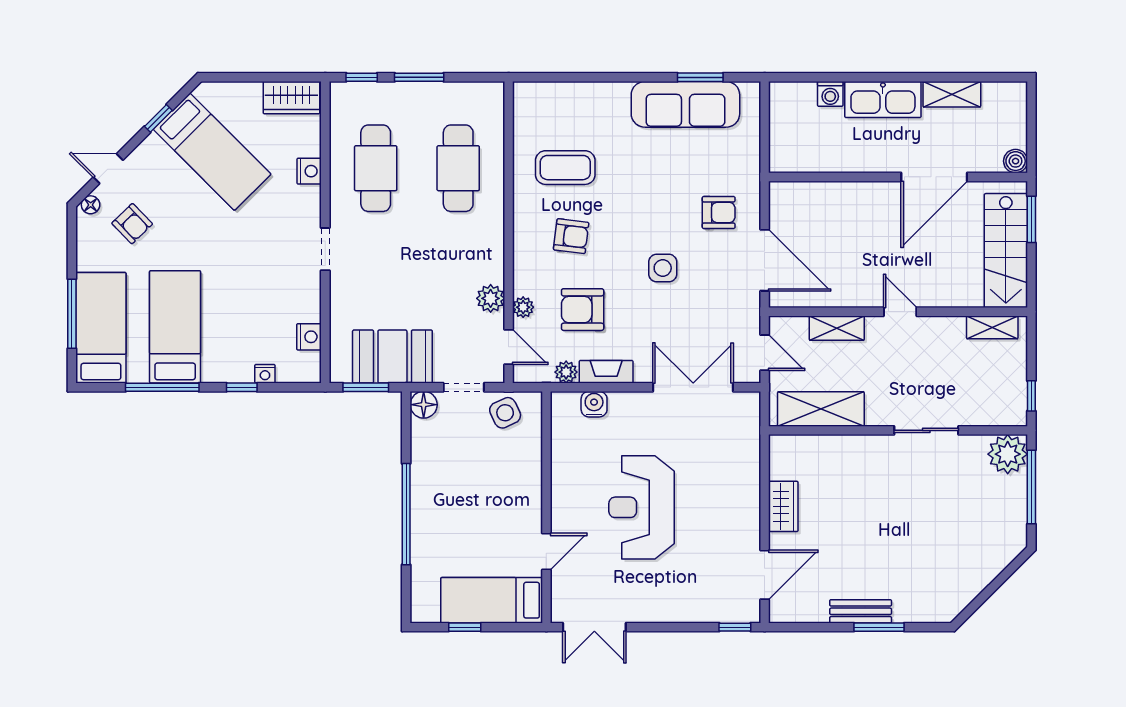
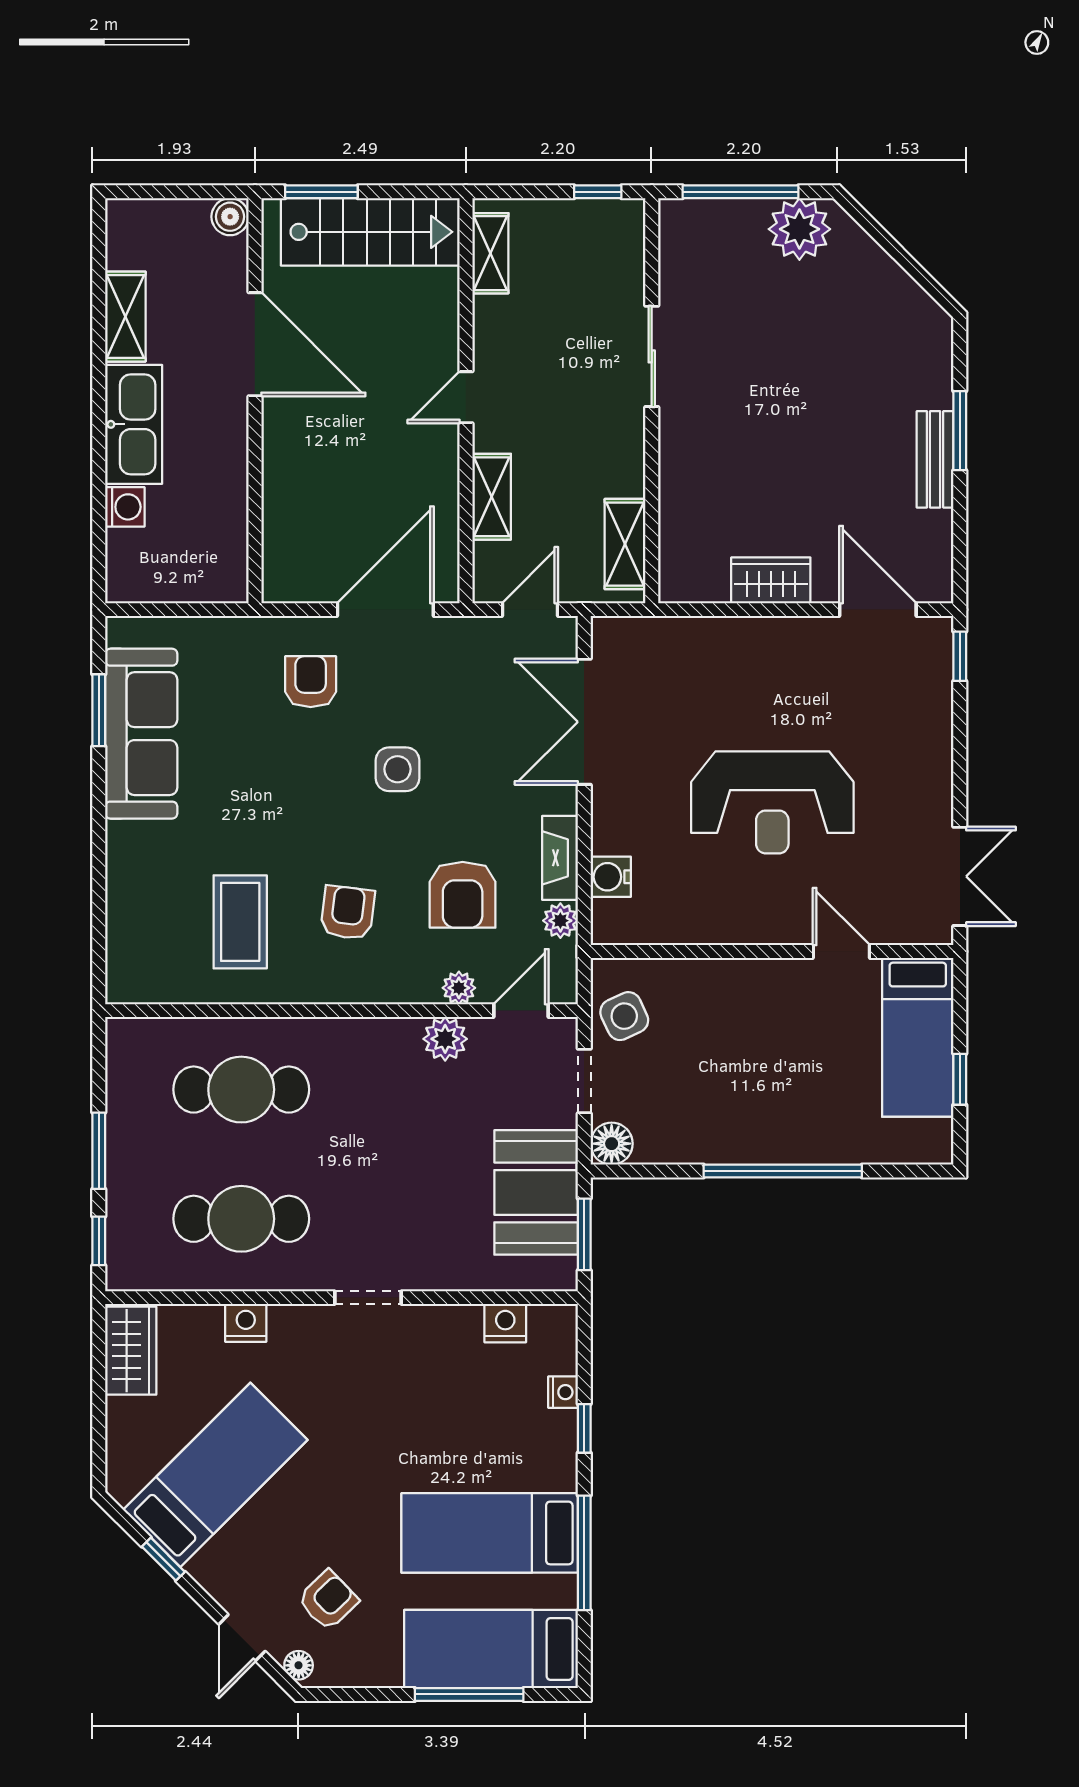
shelving: (821, 409) -> (625, 544), width x0.67, depth x0.75
plant: (1008, 454) -> (799, 229), moved

